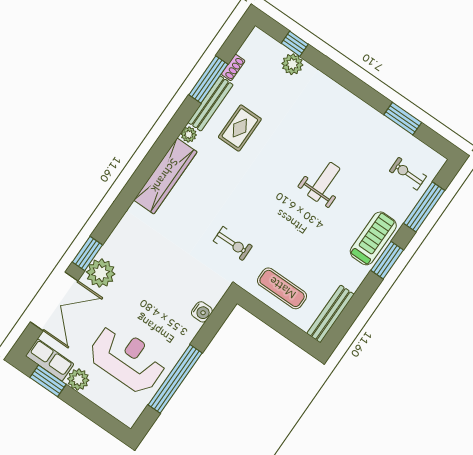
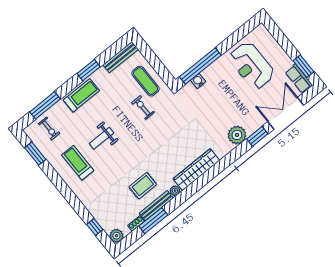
plant: (292, 64) -> (116, 236), moved
window: (403, 119) -> (35, 154), moved
treadmill: (349, 134) -> (78, 163), added
treadmill: (373, 238) -> (81, 95), turned 180
exercise bike: (233, 244) -> (143, 108), moved
window: (387, 260) -> (89, 70), moved
plant: (101, 273) -> (237, 135), moved
window: (175, 379) -> (200, 66), moved
plant: (78, 380) -> (285, 62), removed

